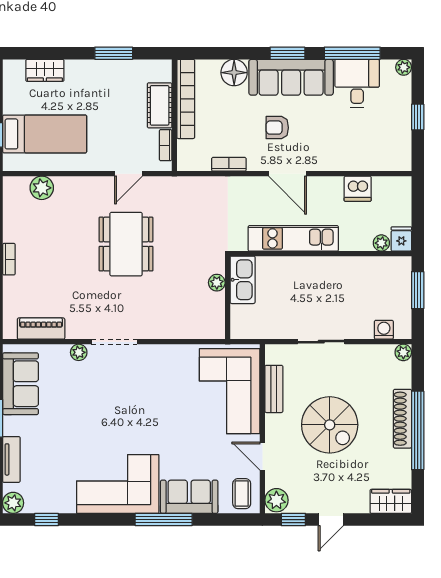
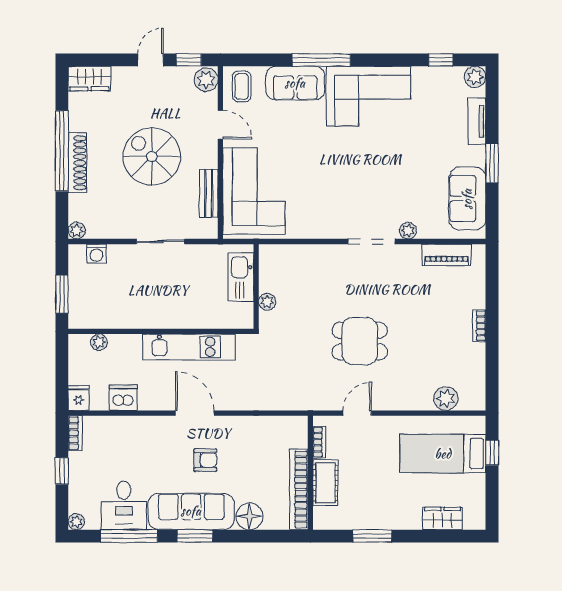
bookcase: (229, 164) -> (75, 433), moved, turned -90
fridge: (401, 239) -> (79, 398), moved, turned 180
dining table: (126, 244) -> (360, 341), width x0.73
kitchen sink: (243, 280) -> (241, 277), moved

